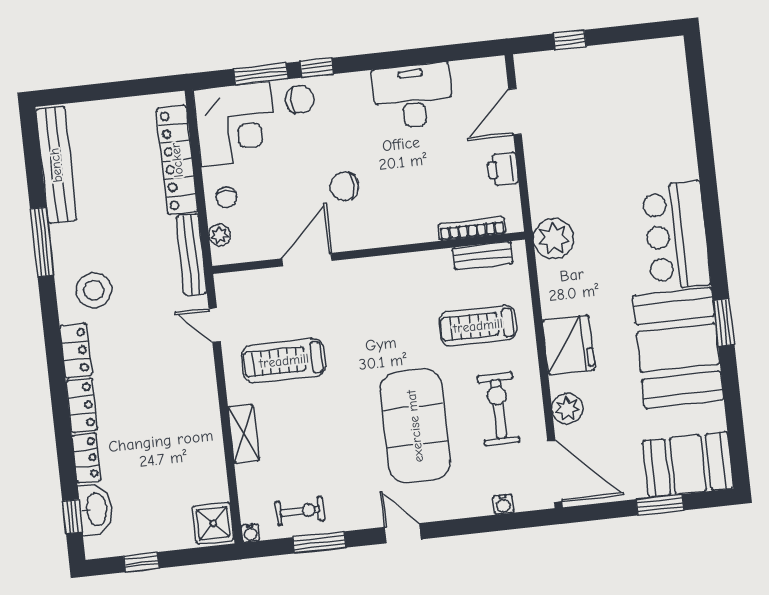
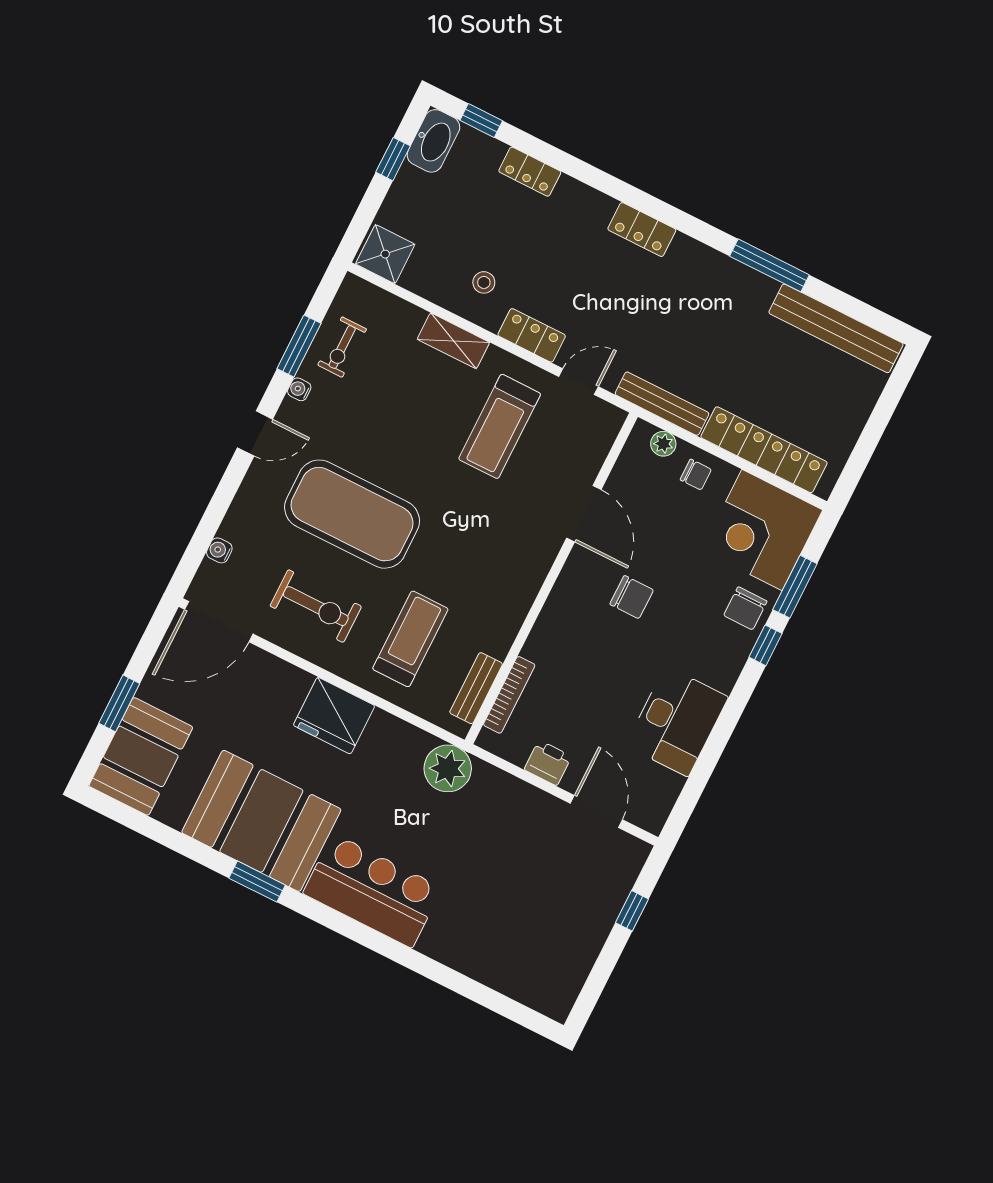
chair: (345, 186) -> (632, 597), turned 90
chair: (227, 197) -> (696, 475), turned 180
stool: (94, 290) -> (484, 282), moved, width x0.53, depth x0.53
treadmill: (284, 361) -> (500, 426), turned 180
locker: (82, 405) -> (532, 335), moved, turned 180
plant: (567, 408) -> (272, 674), removed
washbasin: (96, 509) -> (433, 141), moved, turned -90
water cooler: (250, 533) -> (299, 389), moved

